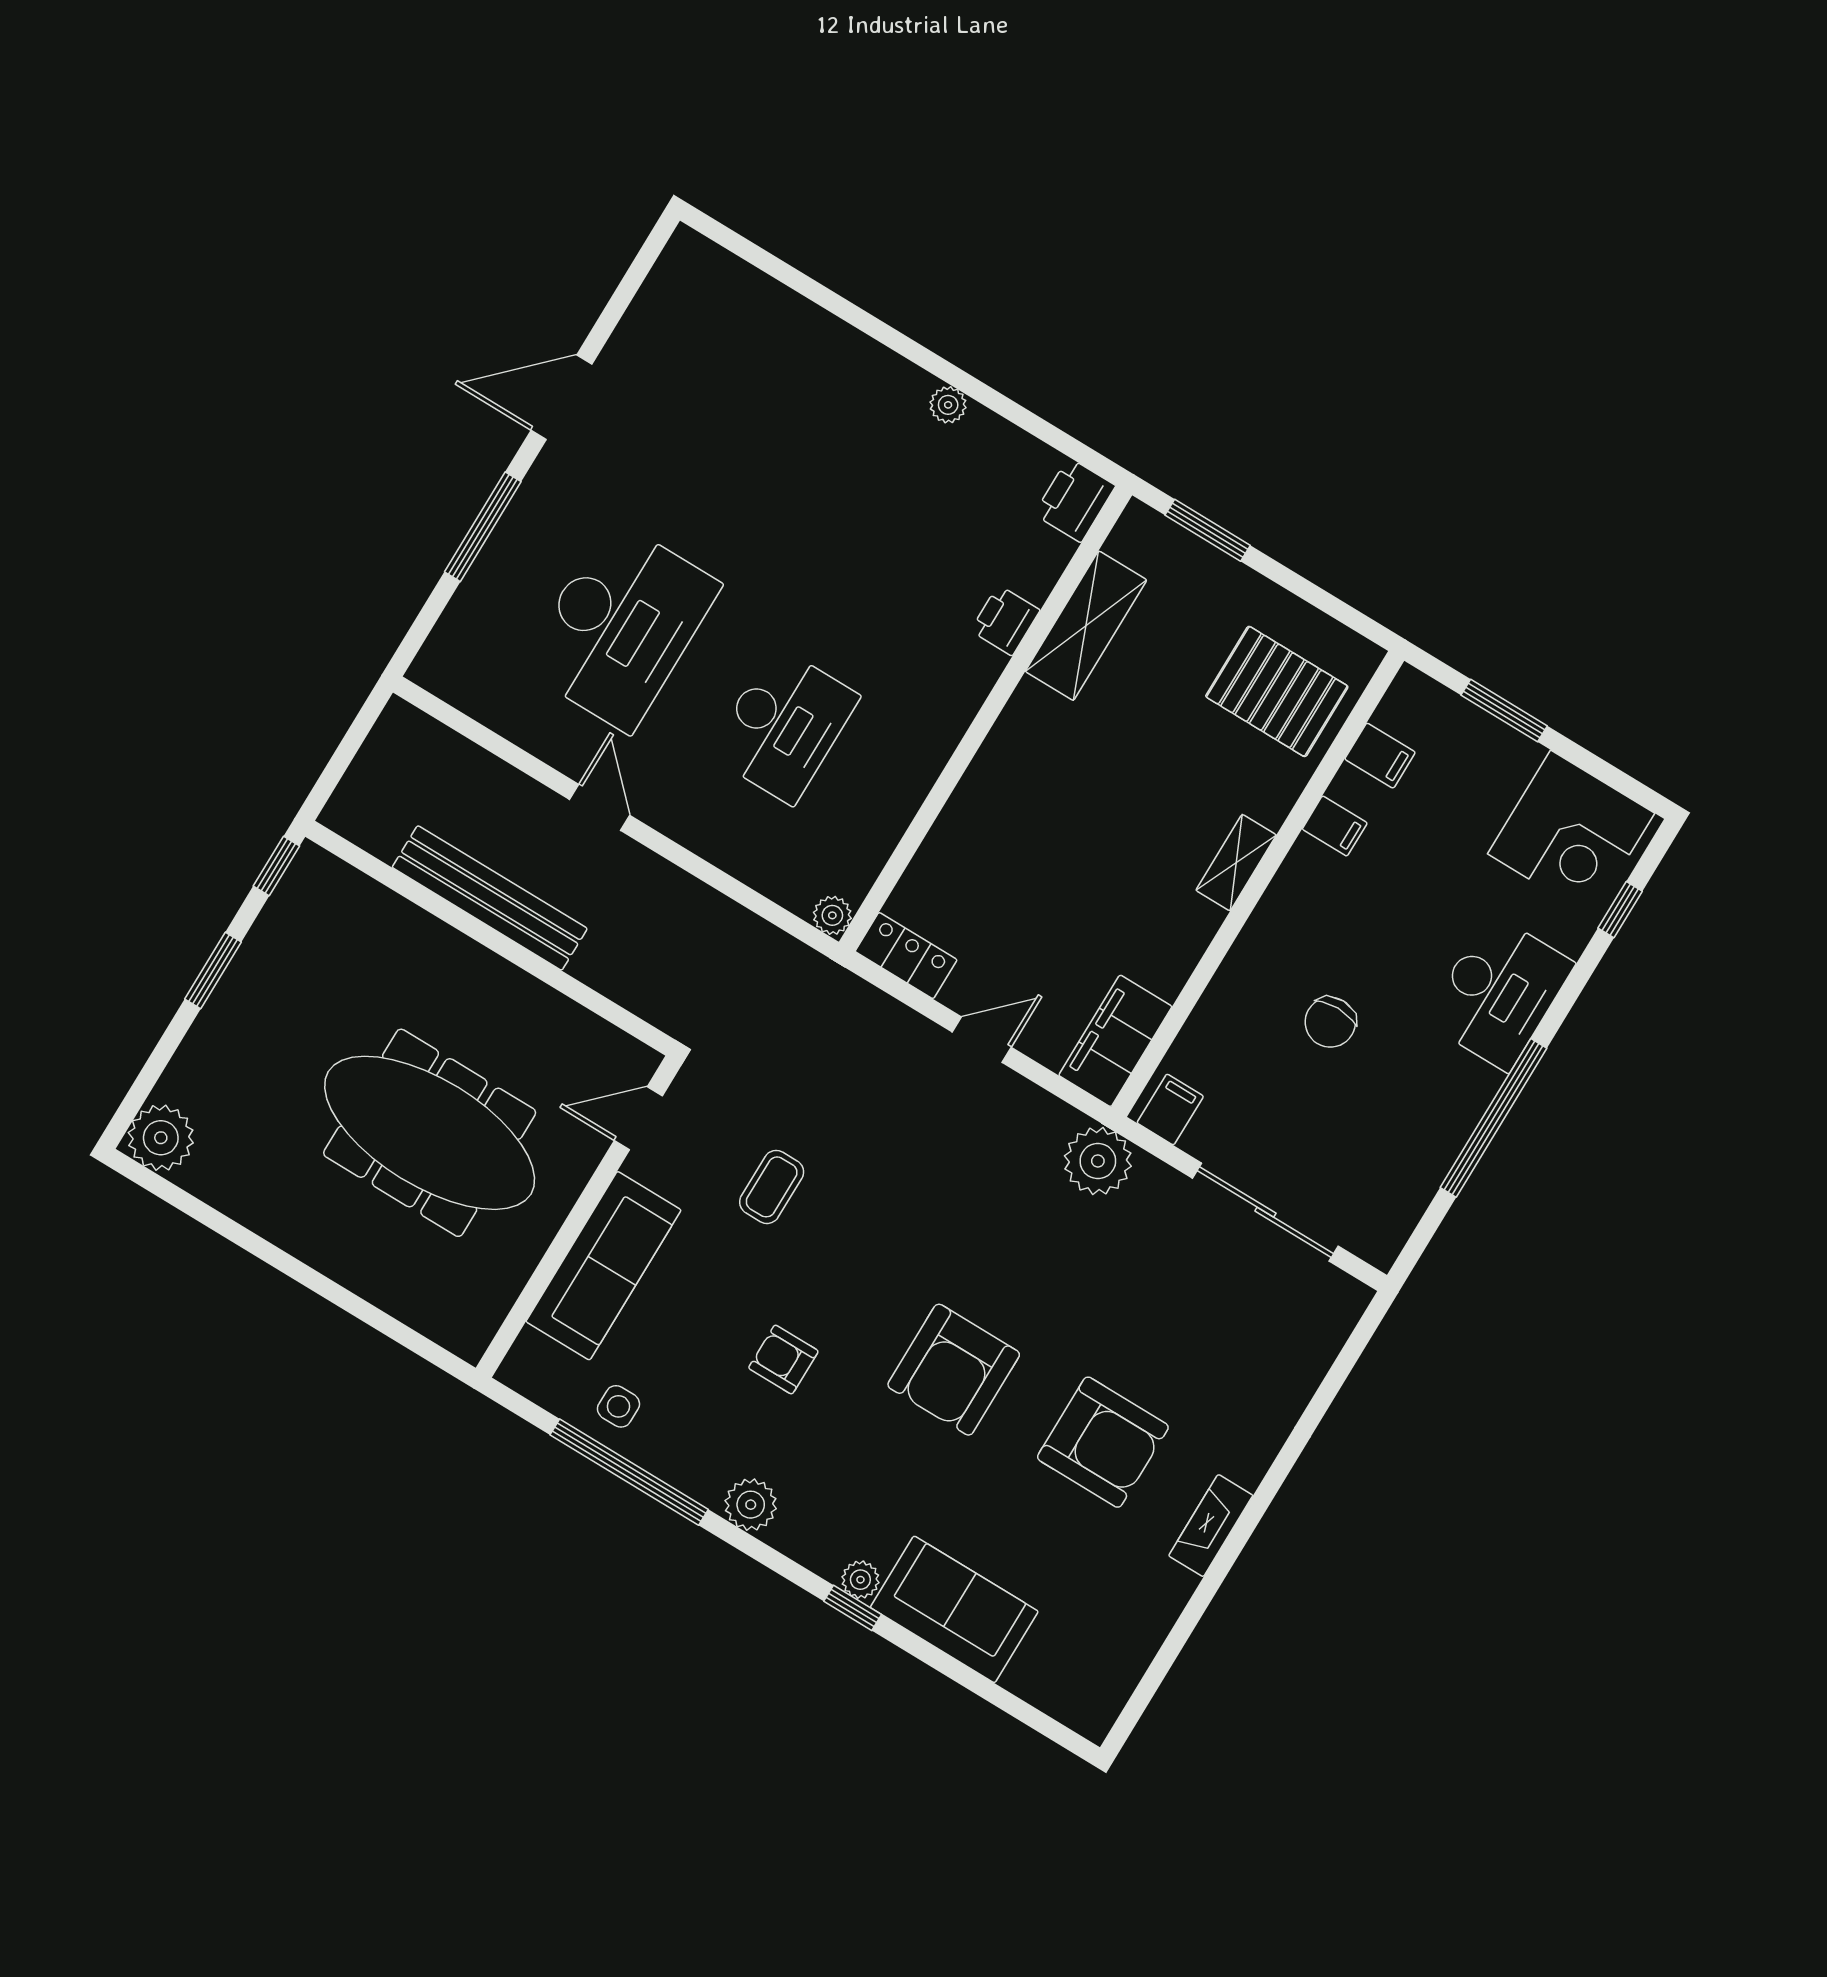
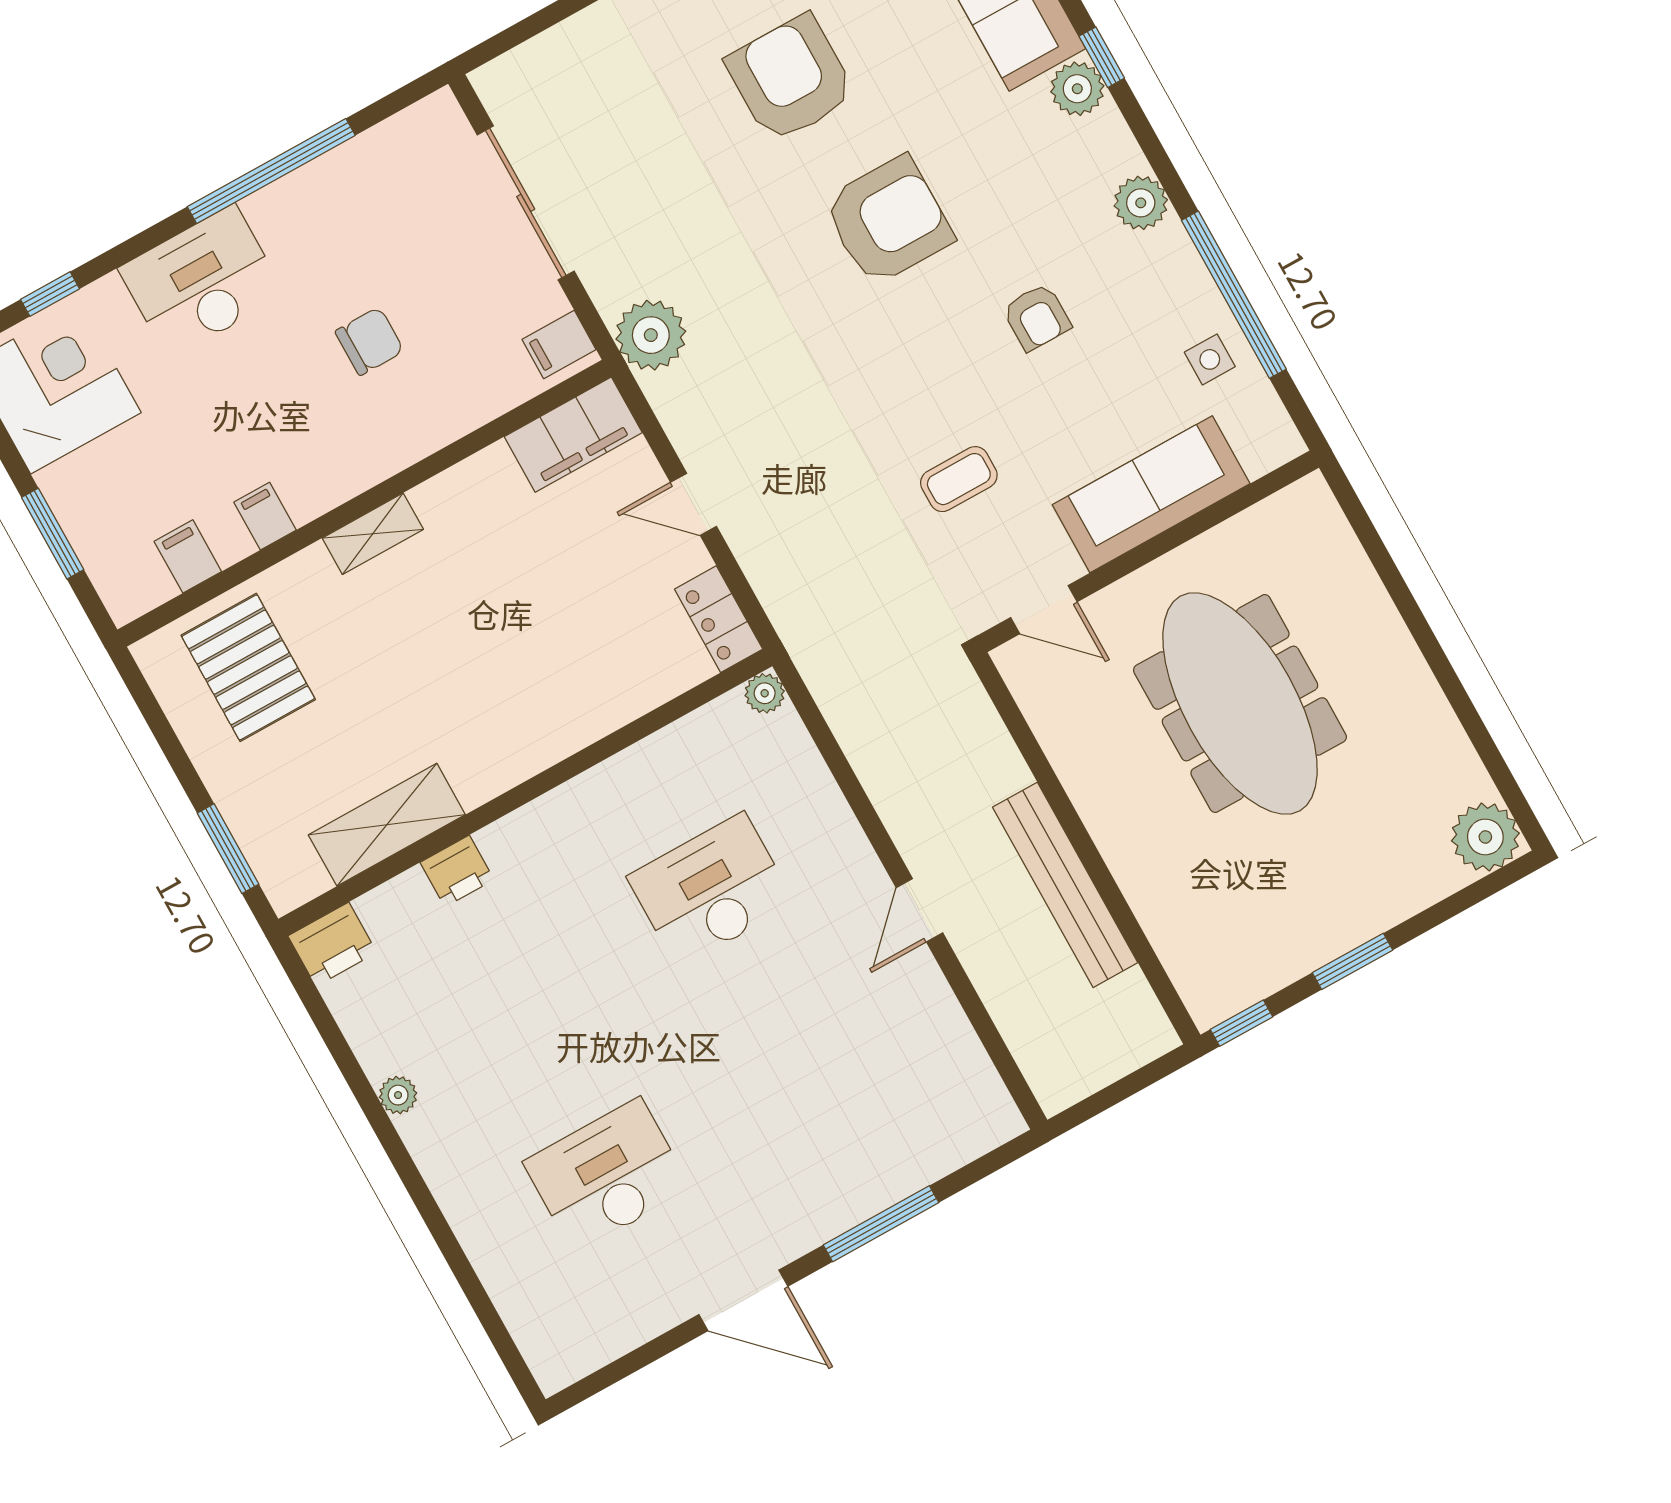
desk: (620, 626) -> (607, 1175), moved, width x0.73, depth x0.77
plant: (860, 1580) -> (1077, 89), width x1.38, depth x1.38

